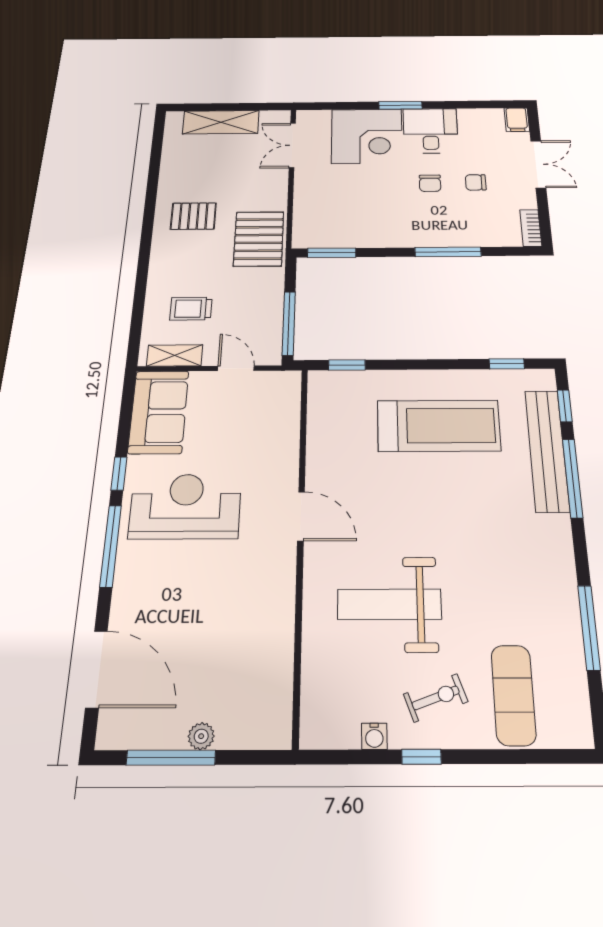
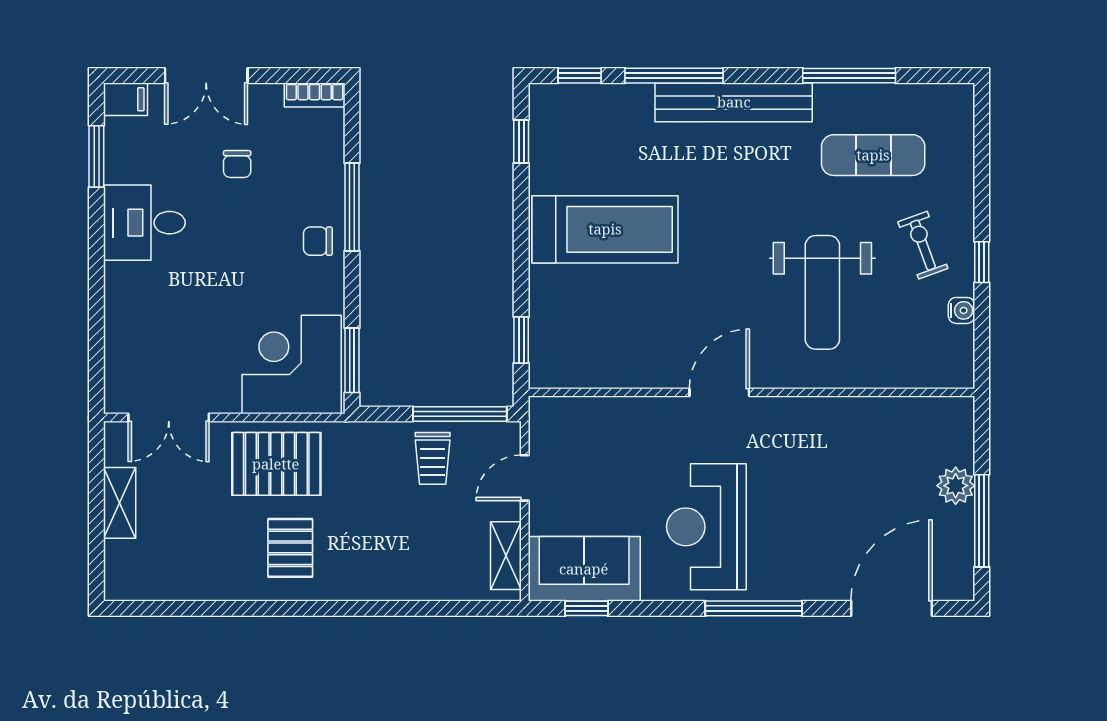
window: (400, 105) -> (96, 156), moved
shelving: (221, 122) -> (120, 503), width x0.67, depth x0.75
corner desk: (367, 136) -> (292, 365), moved, turned -90
double door: (538, 164) -> (206, 76), swing flipped
chair: (430, 183) -> (318, 241), moved, turned 180
pallet: (259, 239) -> (276, 464), moved
trolley: (191, 309) -> (433, 458), moved
treadmill: (439, 426) -> (605, 229), turned 90
bench: (547, 450) -> (734, 102), moved
window: (119, 474) -> (587, 608), moved
exercise mat: (513, 695) -> (873, 155), moved
plant: (201, 736) -> (956, 486), width x1.38, depth x1.38

